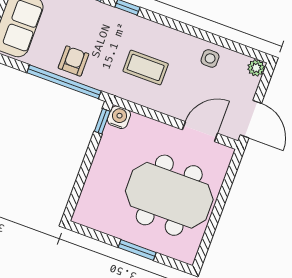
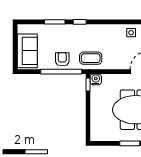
coffee table: (146, 67) -> (91, 58), moved

